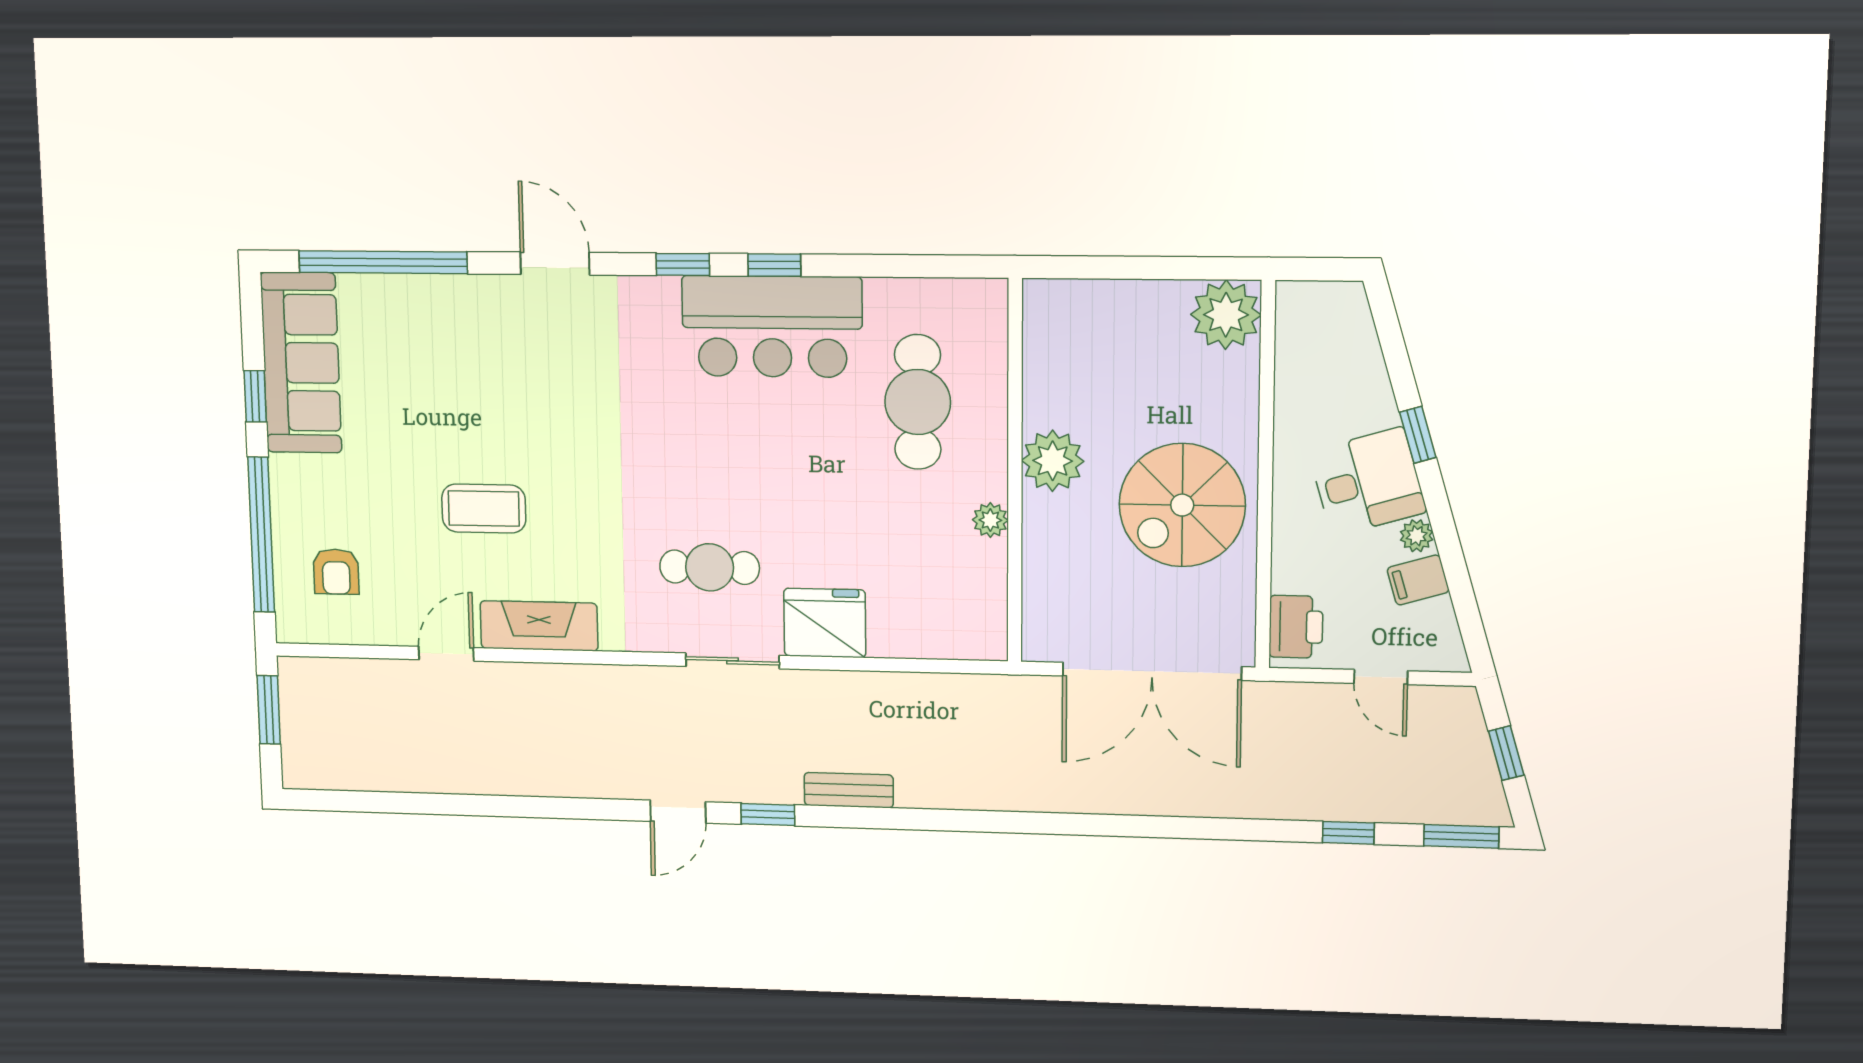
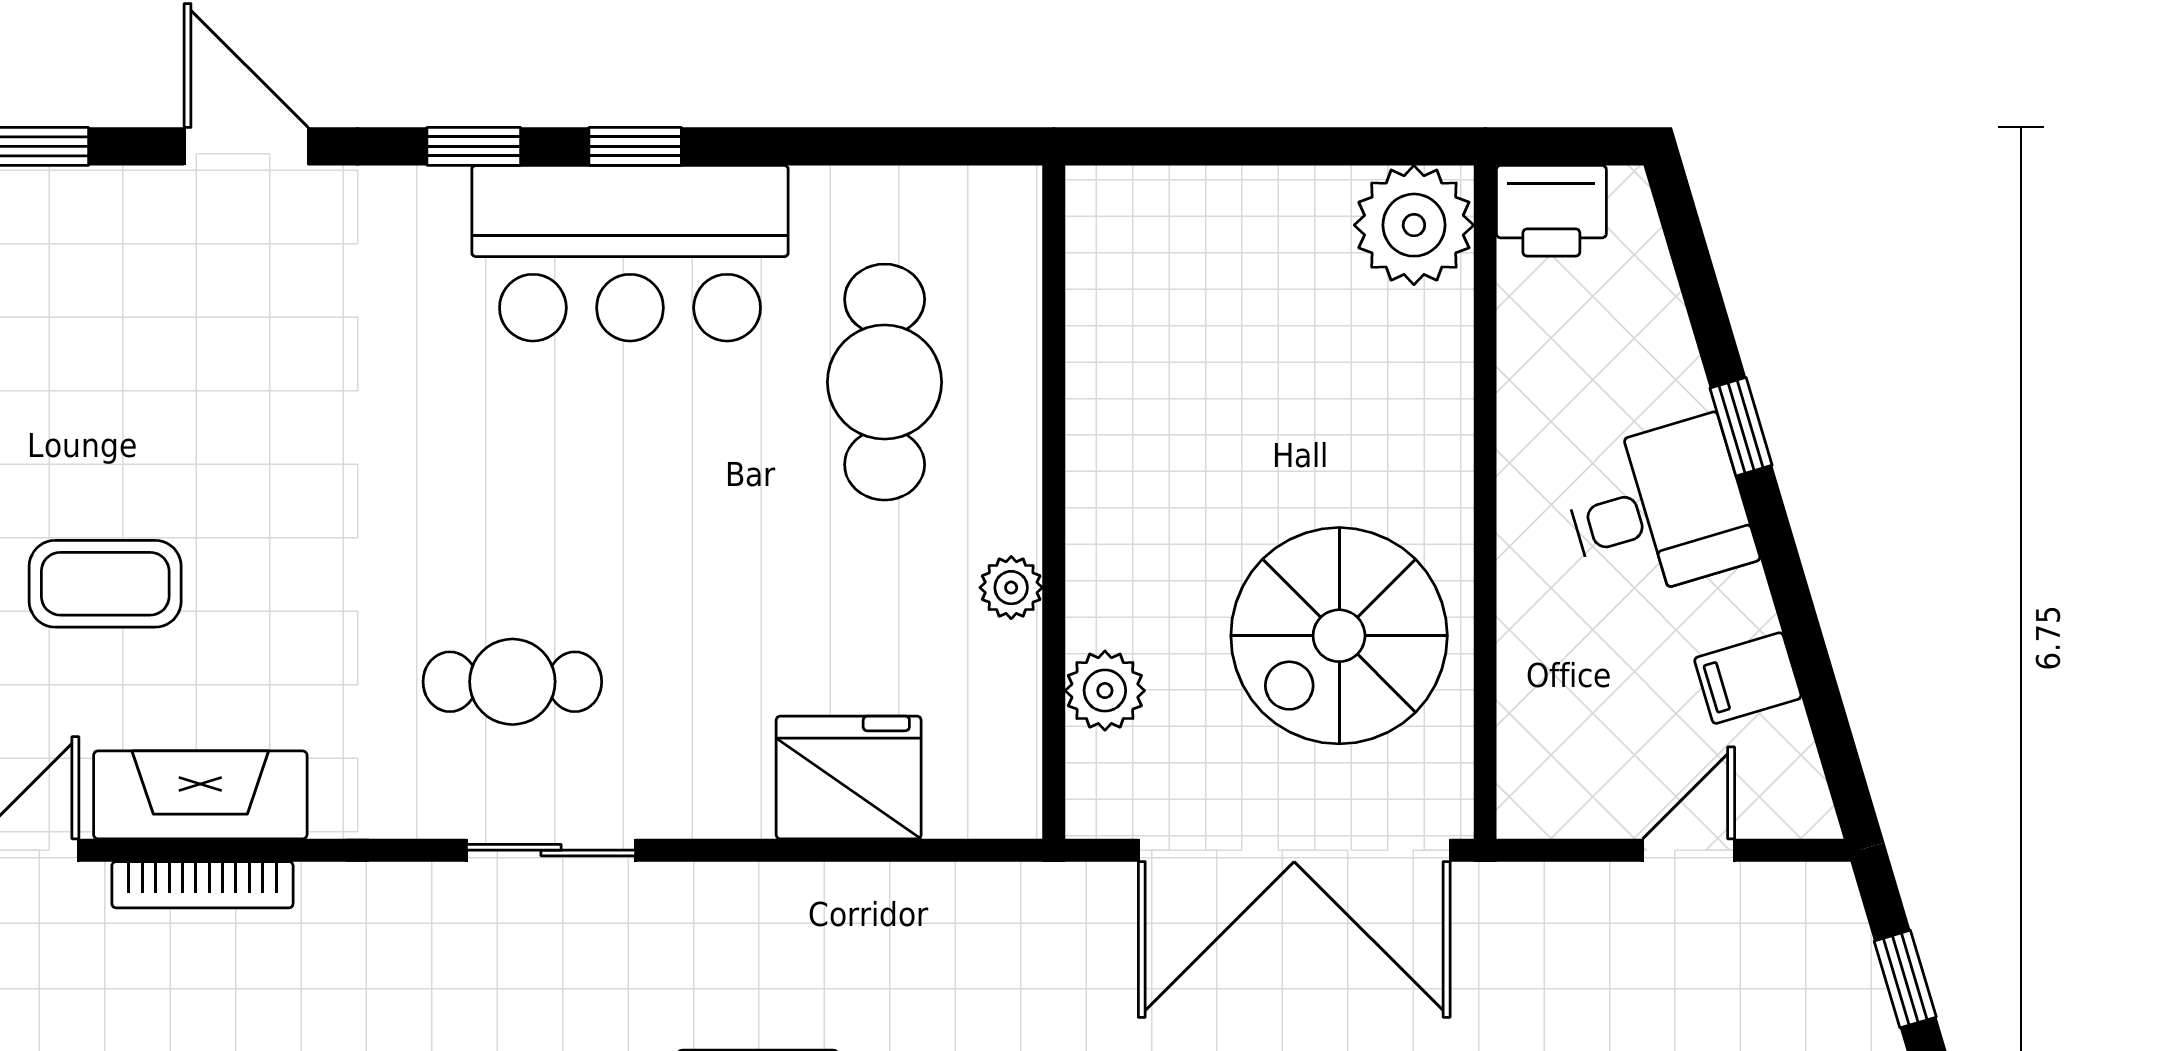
plant: (1053, 461) -> (1105, 691), moved, width x0.73, depth x0.73
spiral stairs: (1182, 505) -> (1339, 636), moved
plant: (1417, 536) -> (1743, 601), removed
fridge: (825, 623) -> (849, 777), moved
printer: (1296, 627) -> (1551, 211), moved, turned 90
bookcase: (542, 675) -> (202, 885), added
door: (1381, 677) -> (1689, 850), swing flipped

